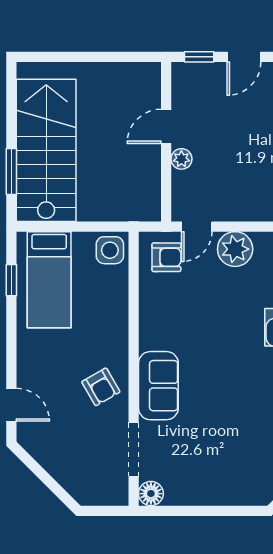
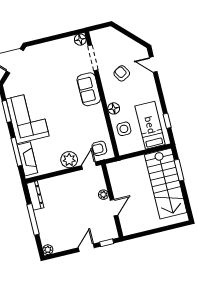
side table: (110, 250) -> (124, 129), moved
floor lamp: (116, 333) -> (114, 108), added
armchair: (101, 387) -> (122, 73), moved

